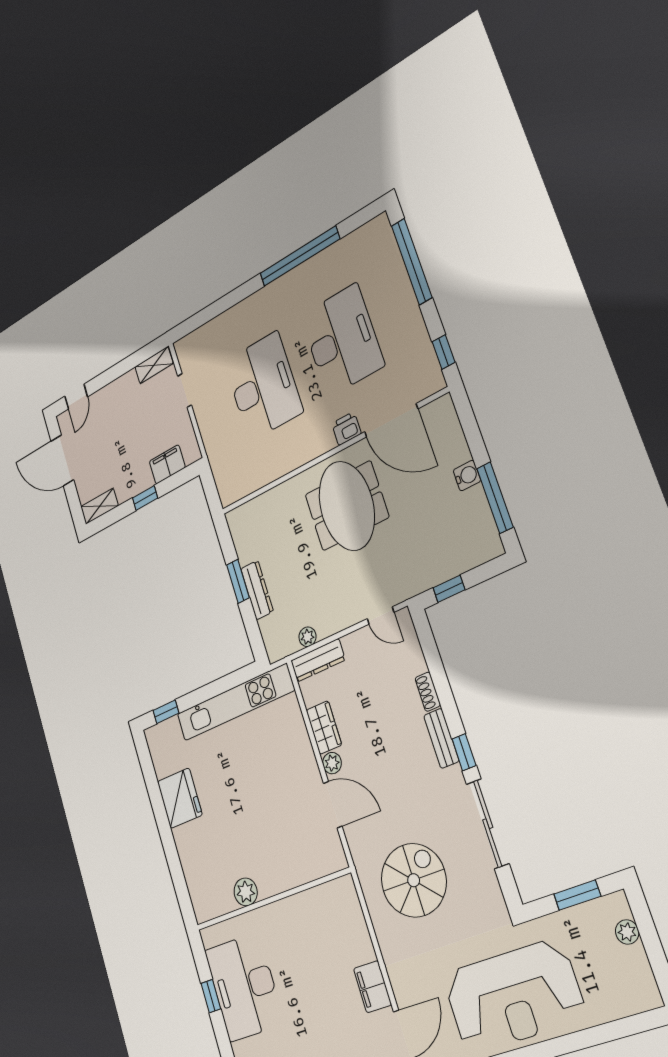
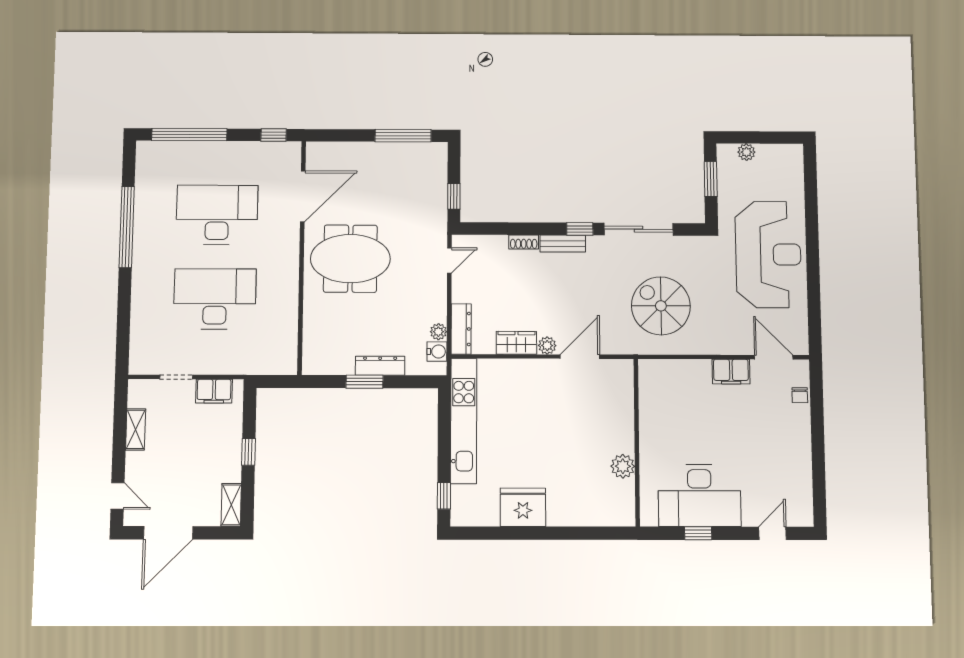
shelving: (154, 365) -> (136, 429), moved
printer: (346, 428) -> (289, 237), removed
filing cabinet: (167, 464) -> (214, 391), moved, turned -90
water cooler: (467, 476) -> (437, 352), moved, turned 90

